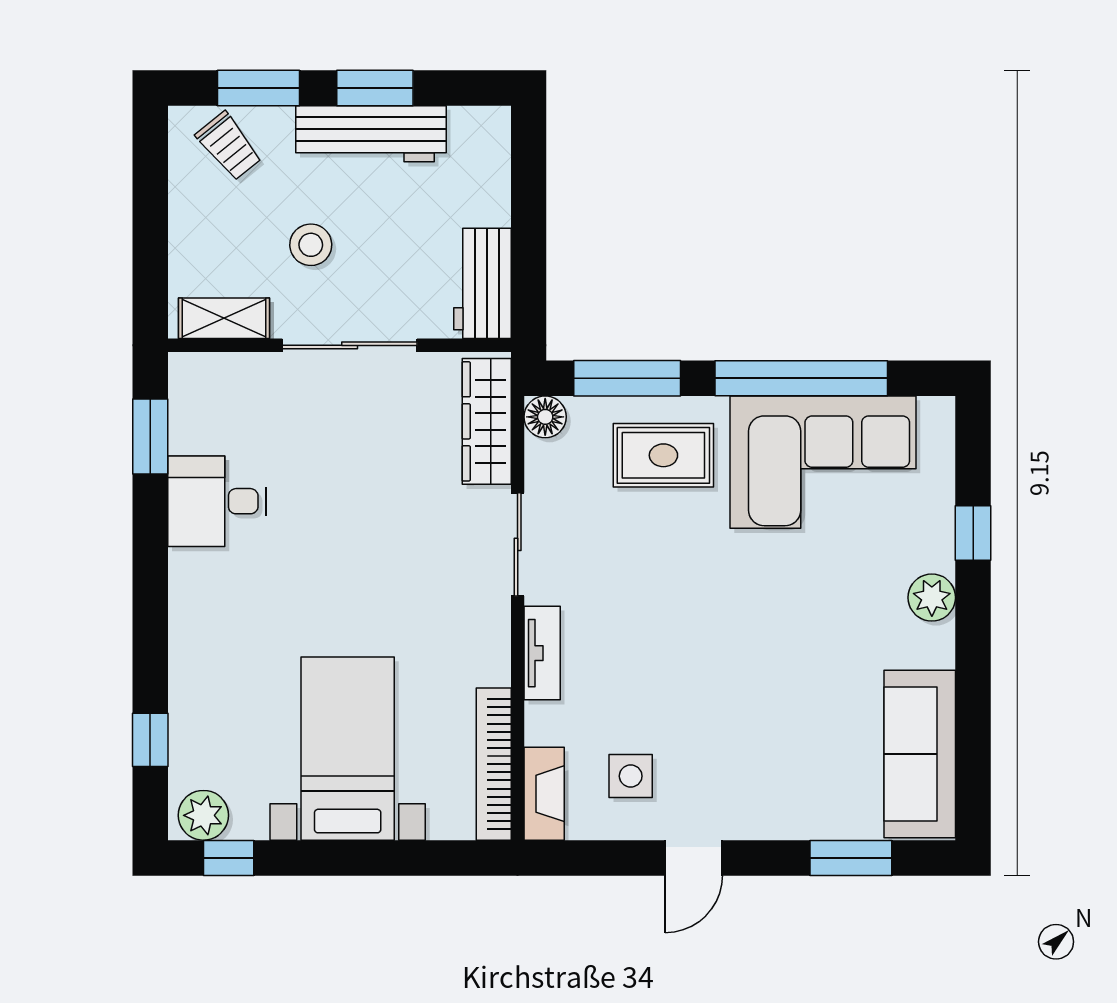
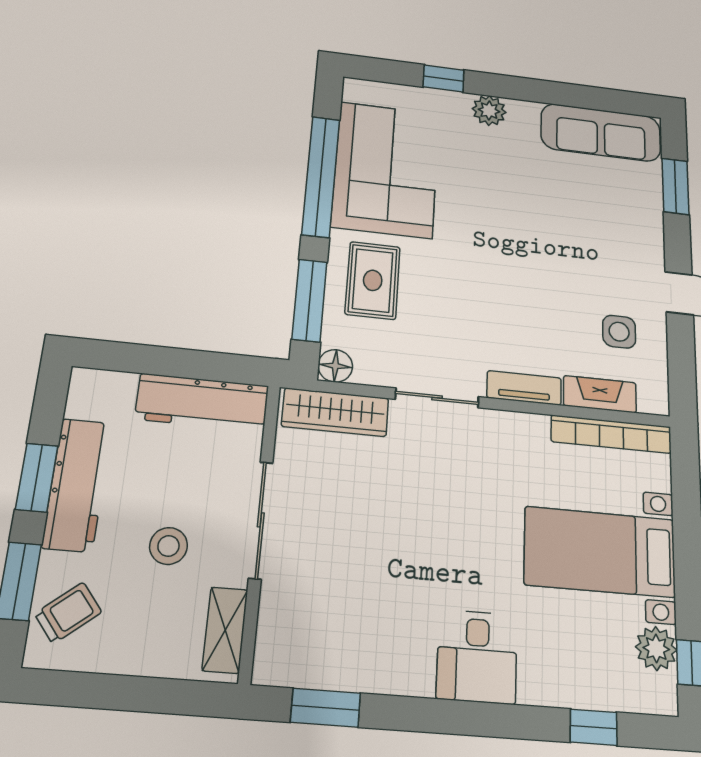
workbench: (482, 283) -> (202, 402), width x1.38
desk: (217, 501) -> (477, 657), moved
fireplace: (544, 794) -> (600, 394), moved
plant: (203, 815) -> (656, 648), moved

